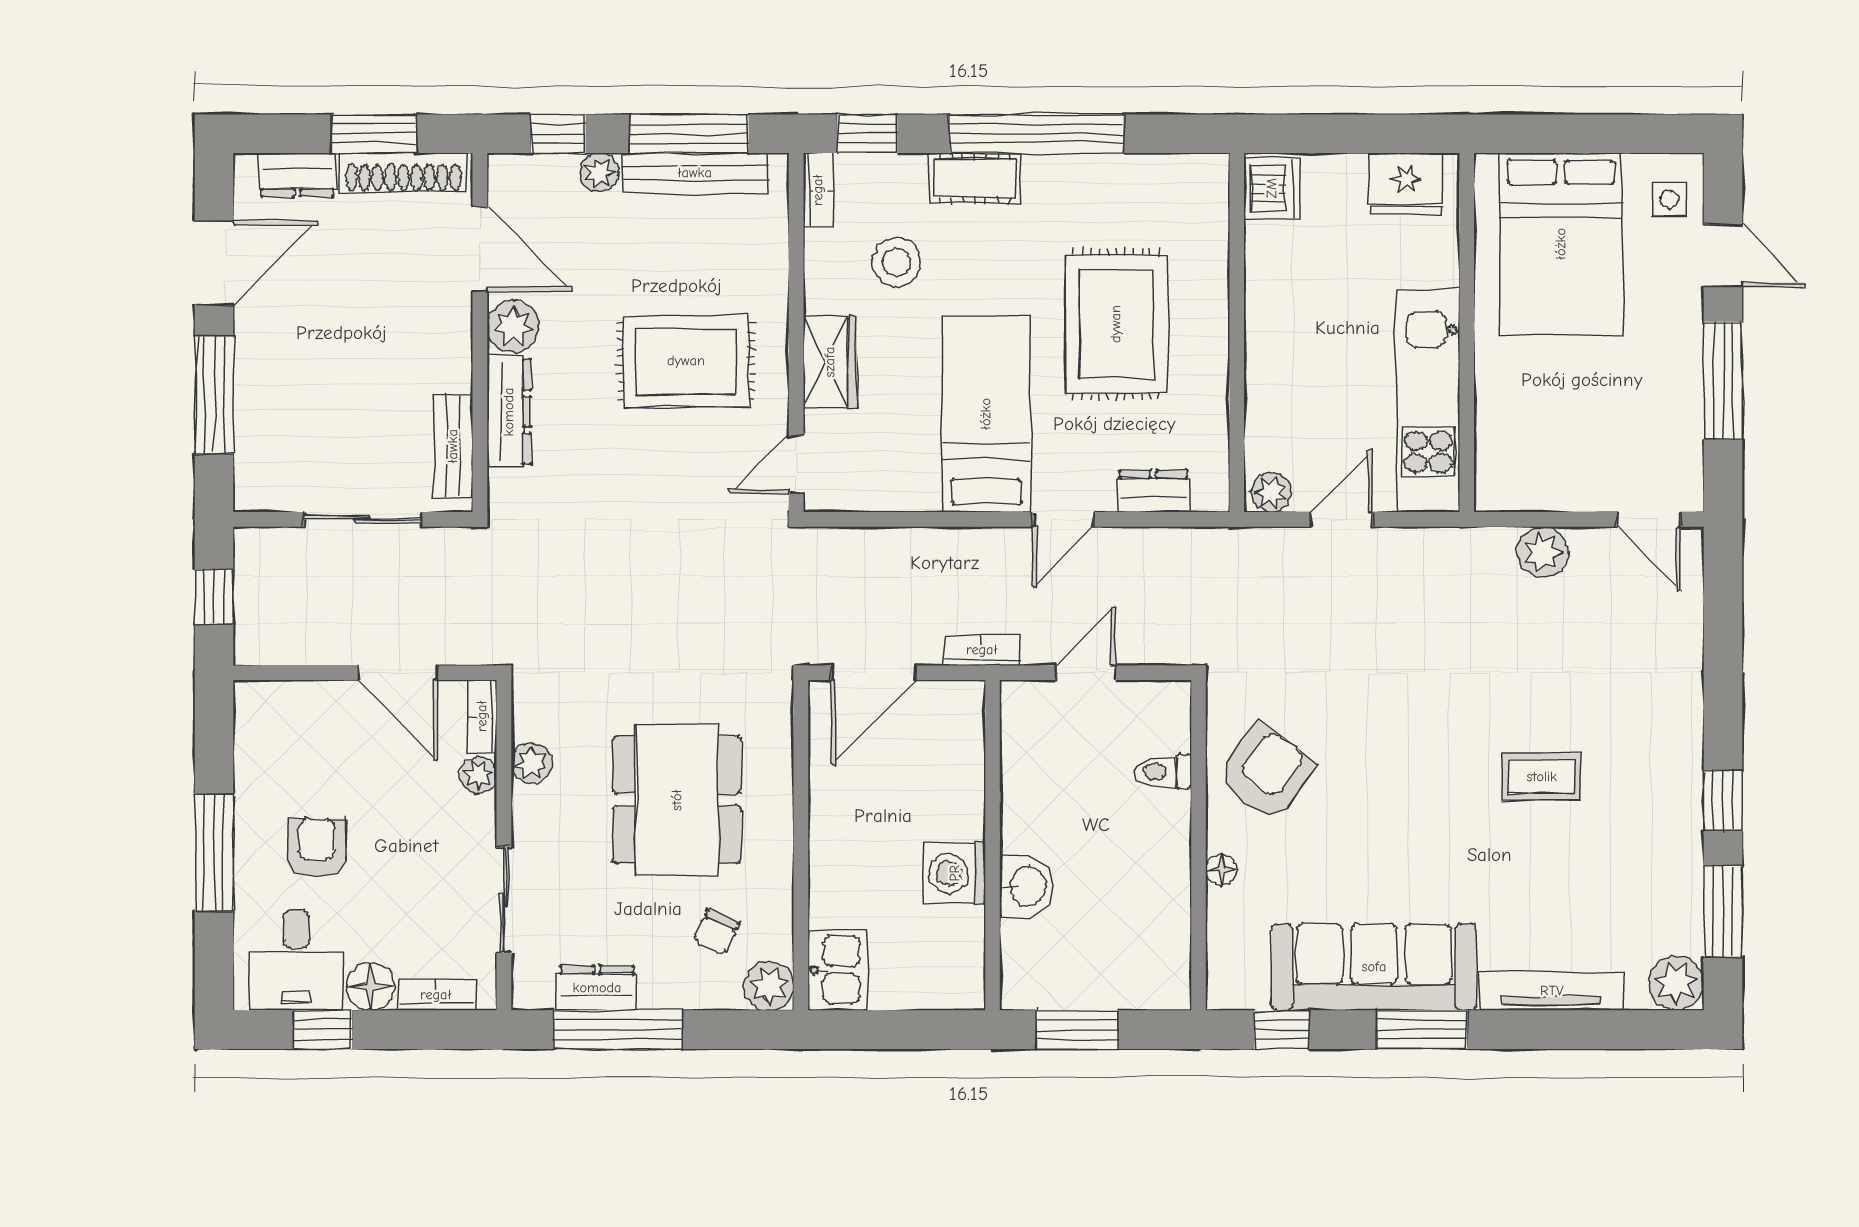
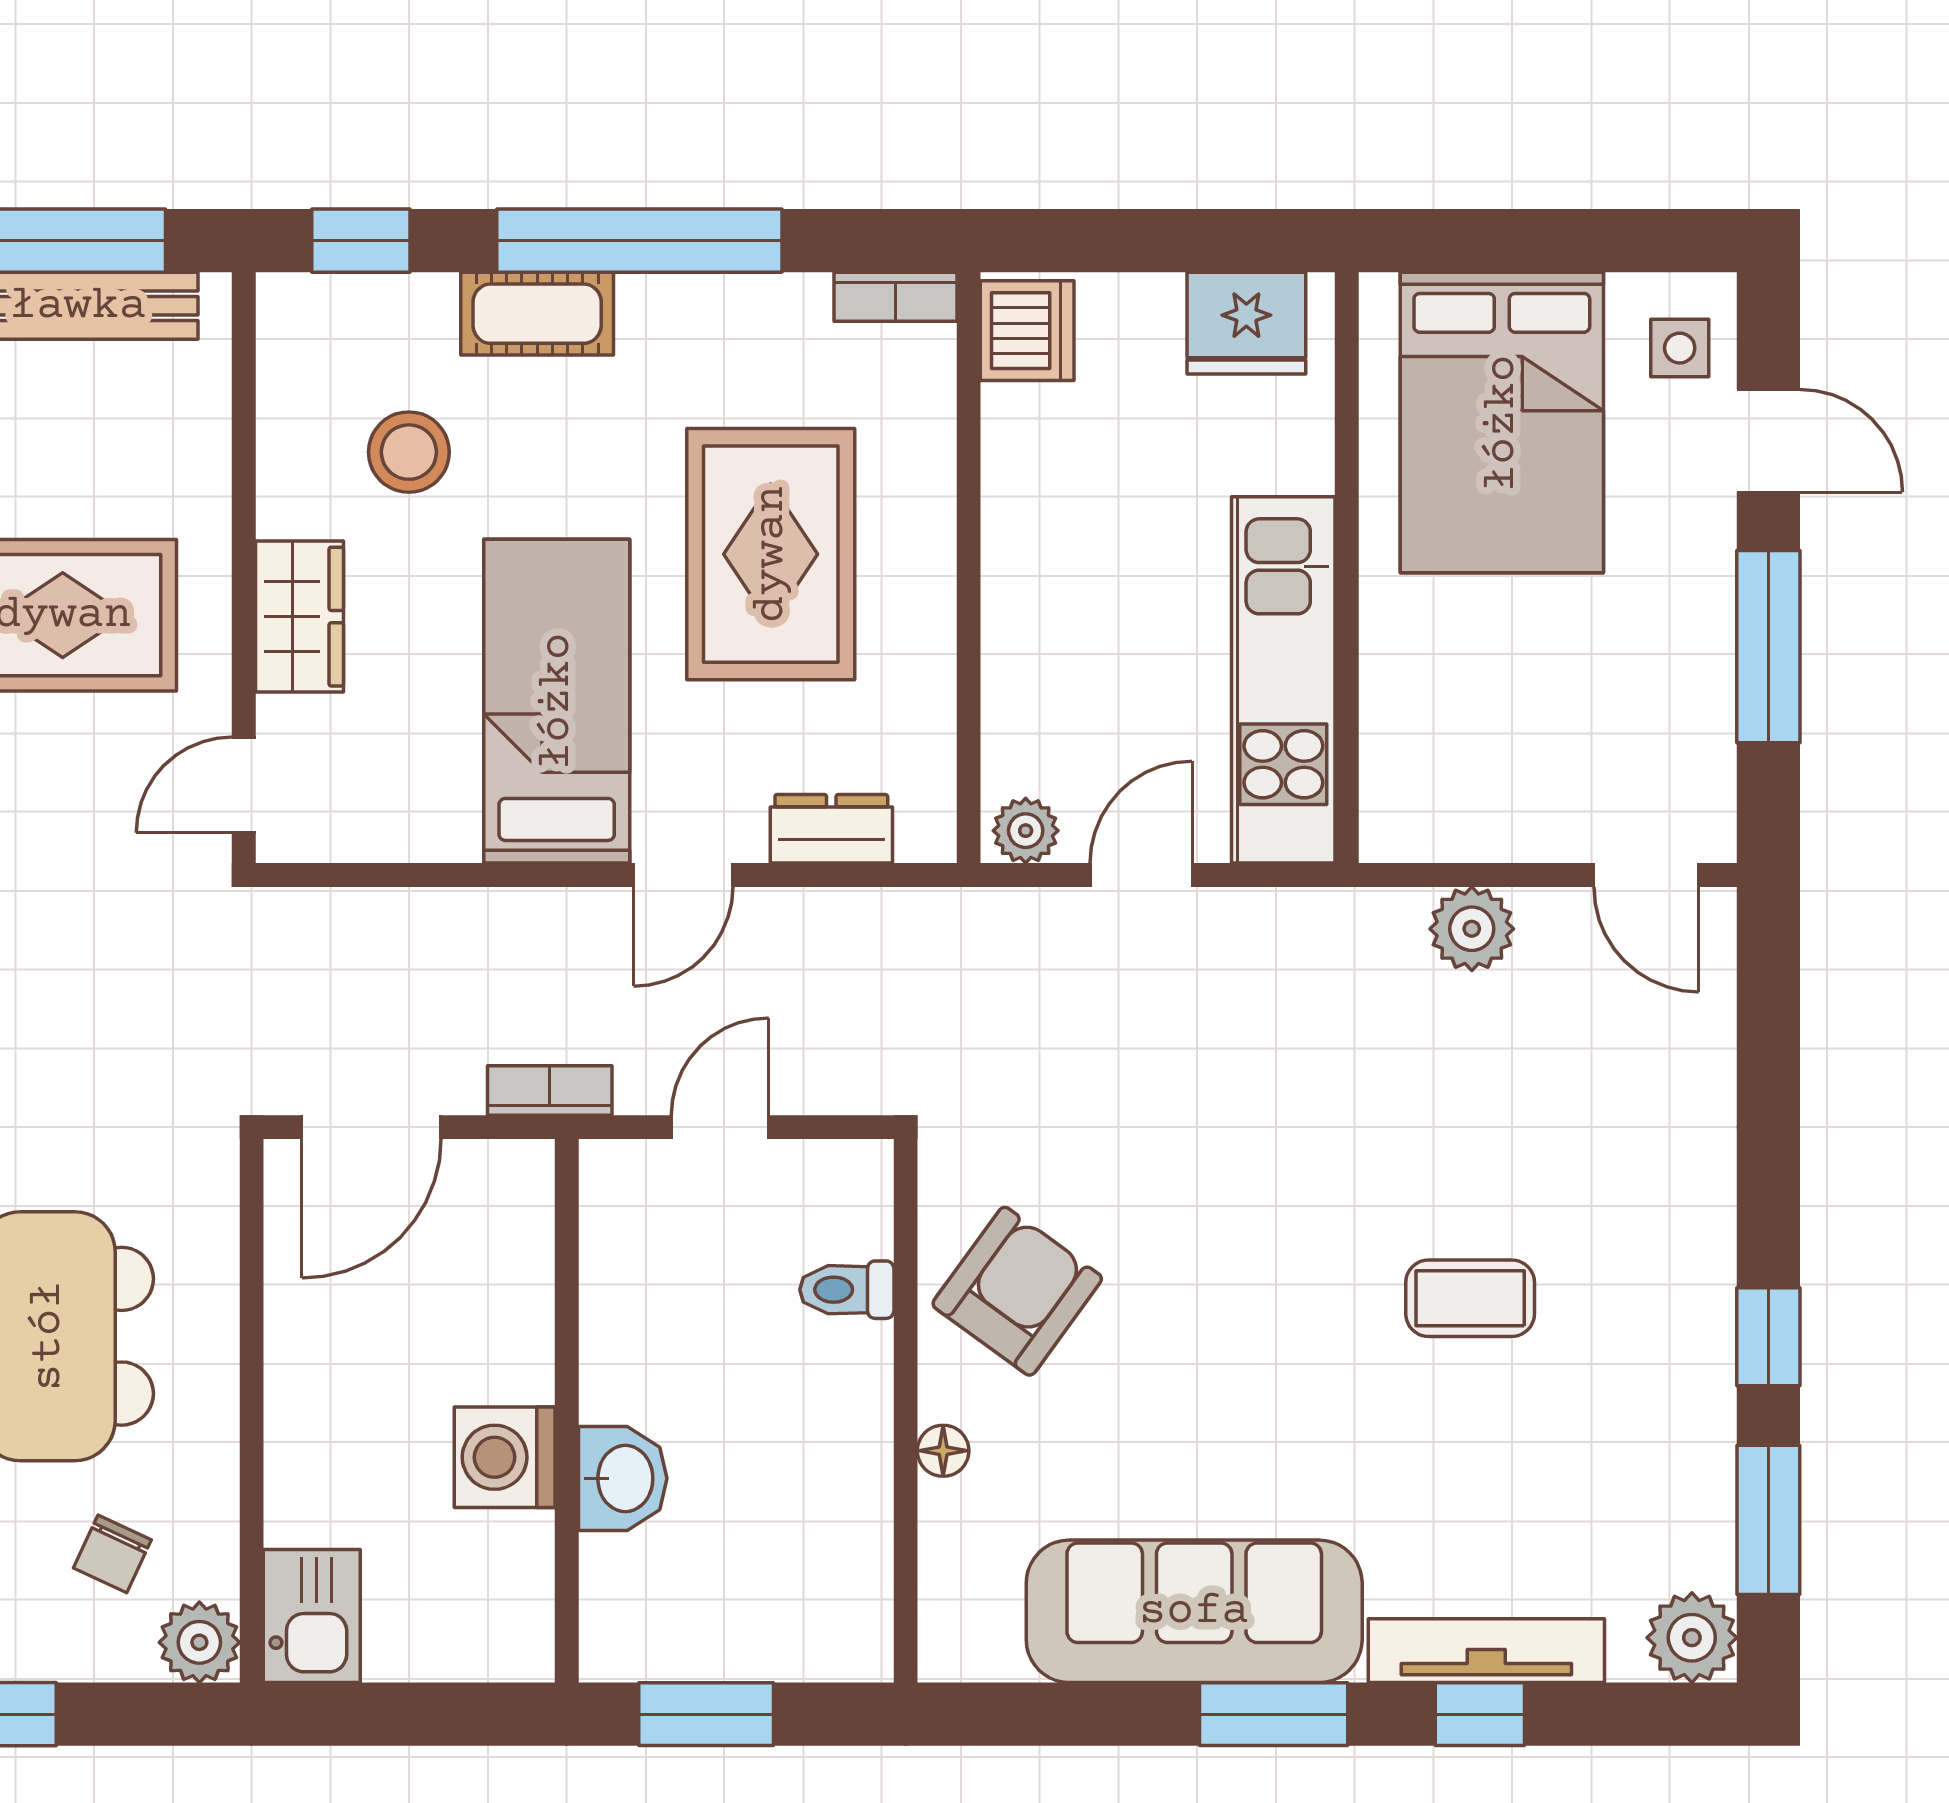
bookcase: (818, 190) -> (895, 297), moved, turned 90
window: (1282, 1030) -> (1480, 1714), moved

